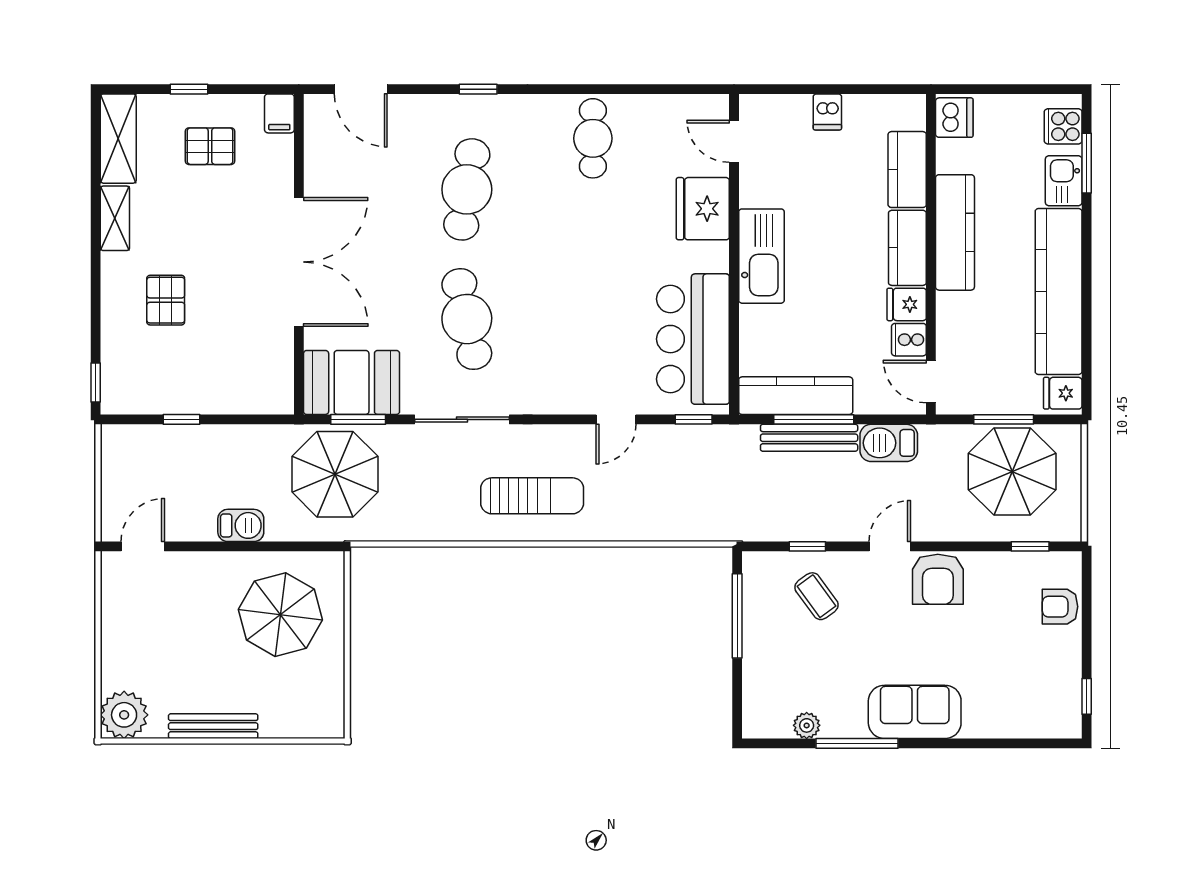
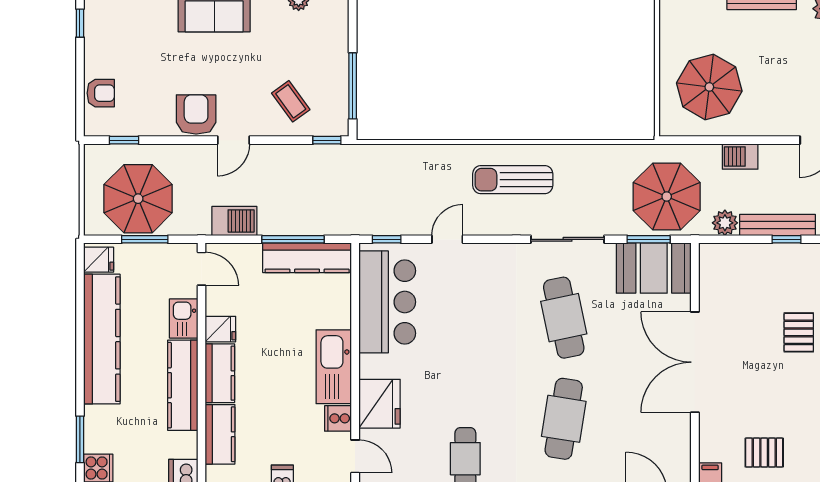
kitchen sink: (1064, 181) -> (184, 319), moved, turned 180
cooker: (909, 340) -> (338, 418), moved, turned 180
bench: (809, 438) -> (778, 225), moved
plant: (260, 441) -> (725, 223), added
window: (807, 546) -> (327, 140), moved

